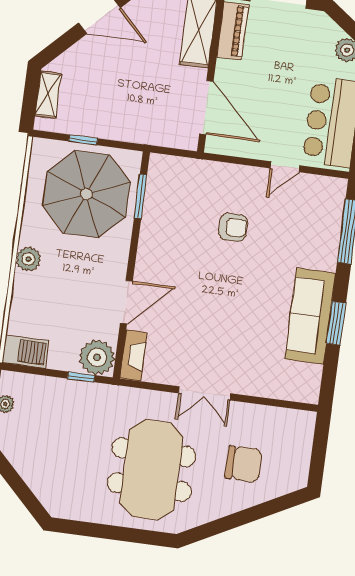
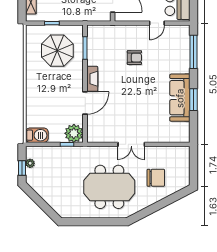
parasol: (87, 194) -> (57, 51), width x0.73, depth x0.73
plant: (28, 259) -> (32, 88), removed
fireplace: (133, 355) -> (92, 79), moved
meeting table: (152, 470) -> (109, 187), turned 90

